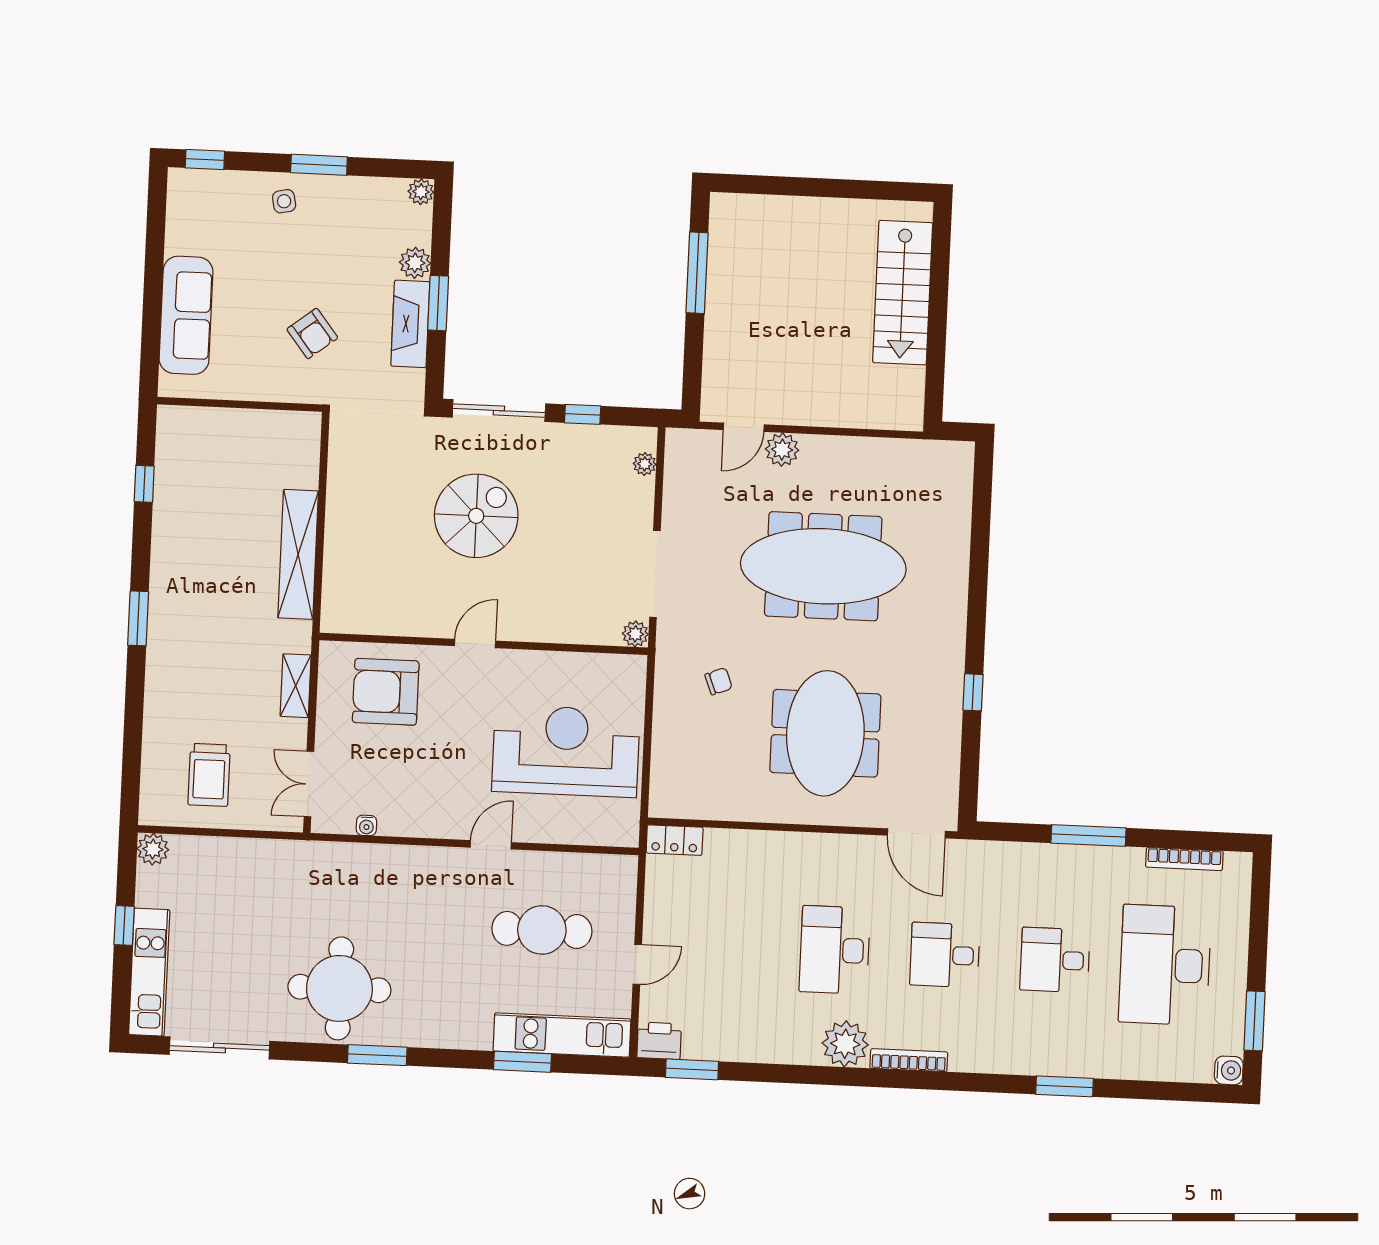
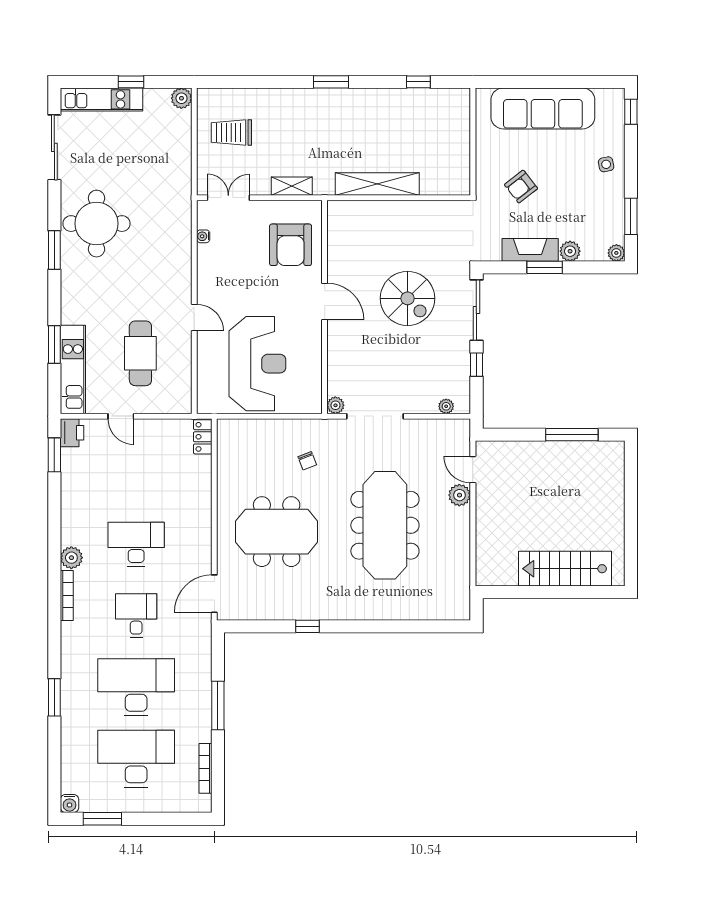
window: (319, 165) -> (631, 216), moved
sofa: (186, 315) -> (543, 108), width x1.36, depth x1.27
door: (475, 643) -> (325, 301), width x1.38
armchair: (386, 692) -> (291, 245), turned 180
desk: (1055, 960) -> (136, 687), width x1.87, depth x1.30
plant: (845, 1044) -> (71, 558), width x0.73, depth x0.73

